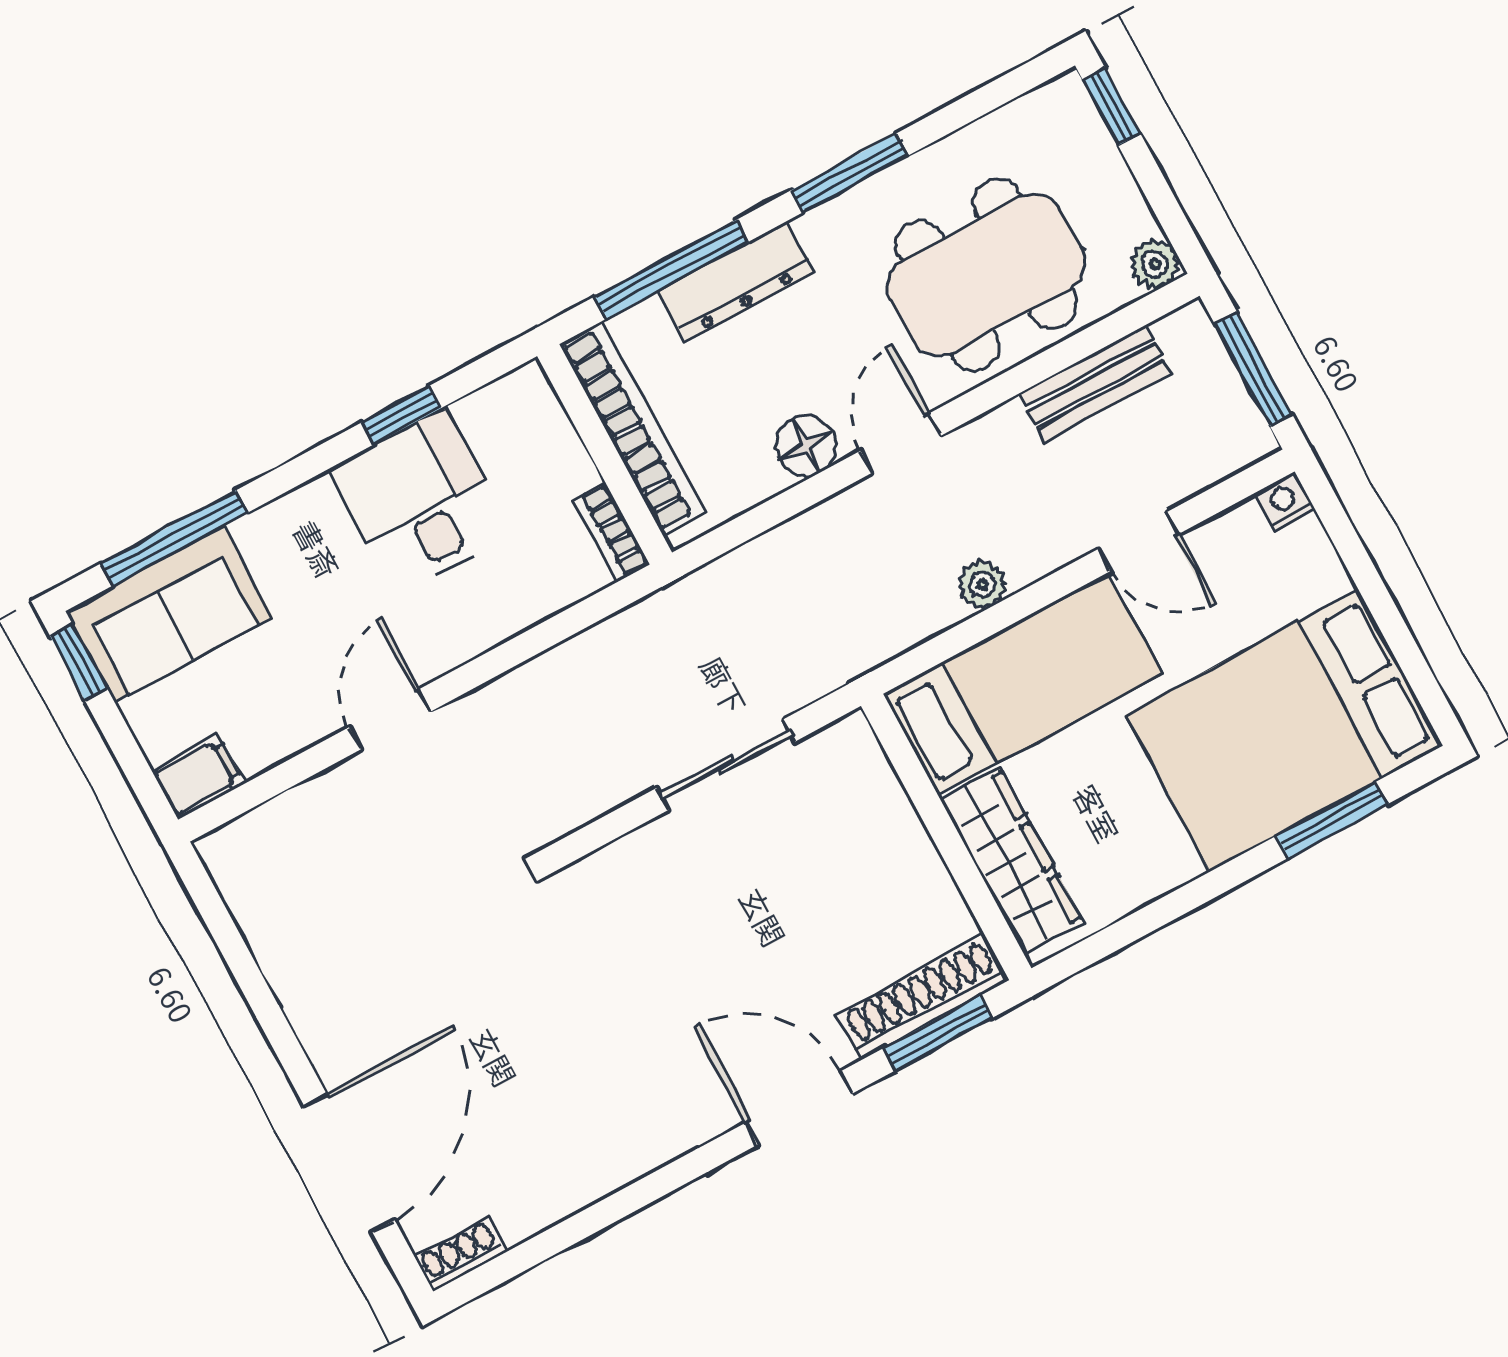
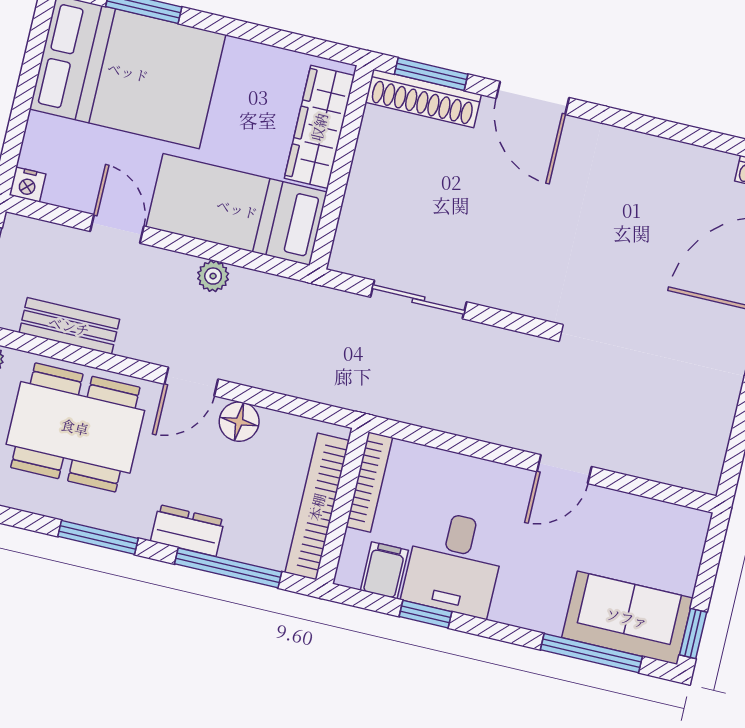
dresser: (736, 281) -> (187, 530), width x0.70
bookcase: (611, 532) -> (369, 482), width x1.56
filing cabinet: (198, 777) -> (384, 570), moved, turned 90

